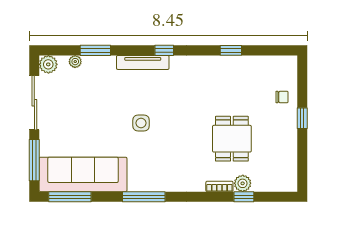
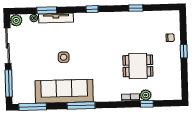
tv unit: (143, 62) -> (56, 18), moved
side table: (141, 123) -> (64, 57), moved
dining table: (232, 139) -> (138, 66), turned 90
sofa: (83, 174) -> (64, 91), moved

